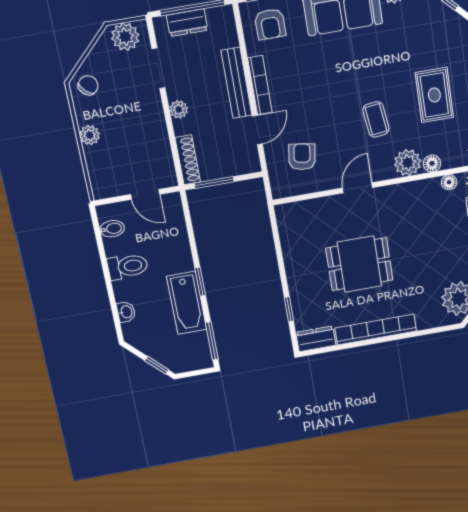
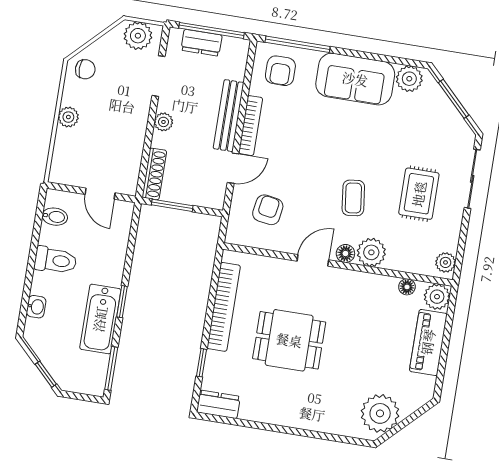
chair: (88, 85) -> (85, 69), turned 48
floor lamp: (432, 163) -> (345, 253), moved
bookcase: (376, 330) -> (224, 307), moved, turned 90

